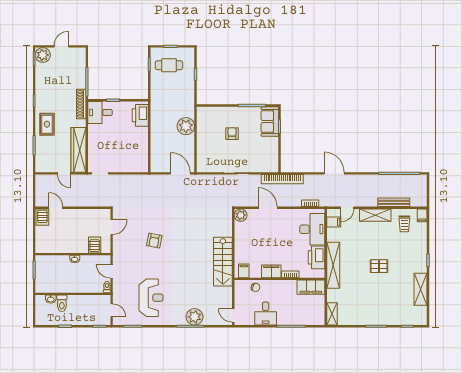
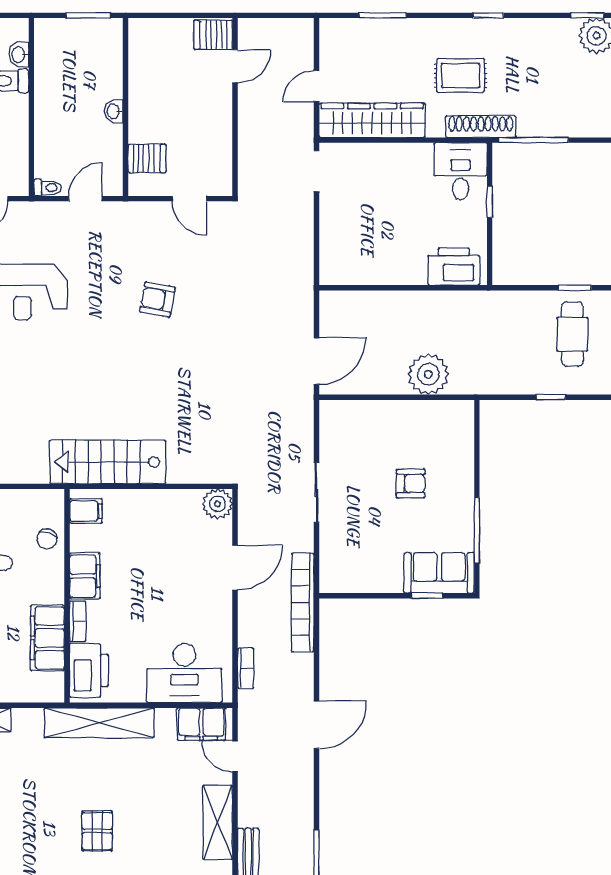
rug: (47, 124) -> (461, 75), moved
filing cabinet: (334, 222) -> (201, 724), width x2.00
printer: (317, 257) -> (89, 670), moved, turned 90
filing cabinet: (311, 287) -> (47, 638), moved

